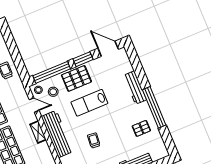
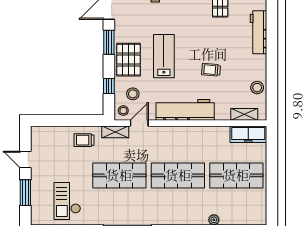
window: (52, 72) -> (109, 86), width x0.32
lab bench: (89, 103) -> (164, 56), turned 180
shelving: (38, 132) -> (115, 132), moved

